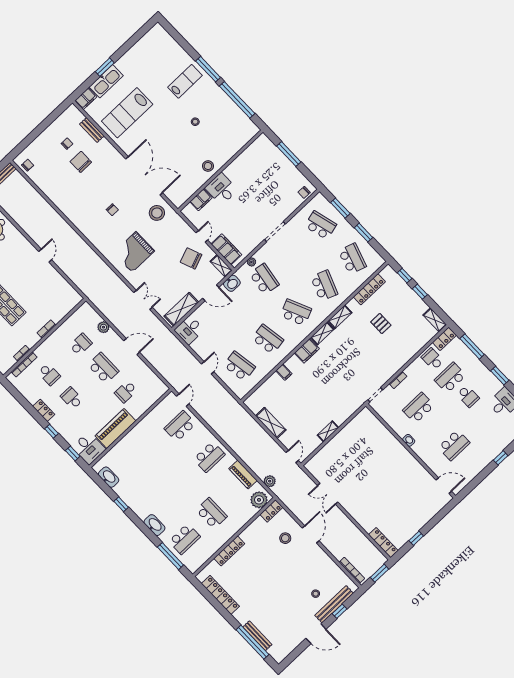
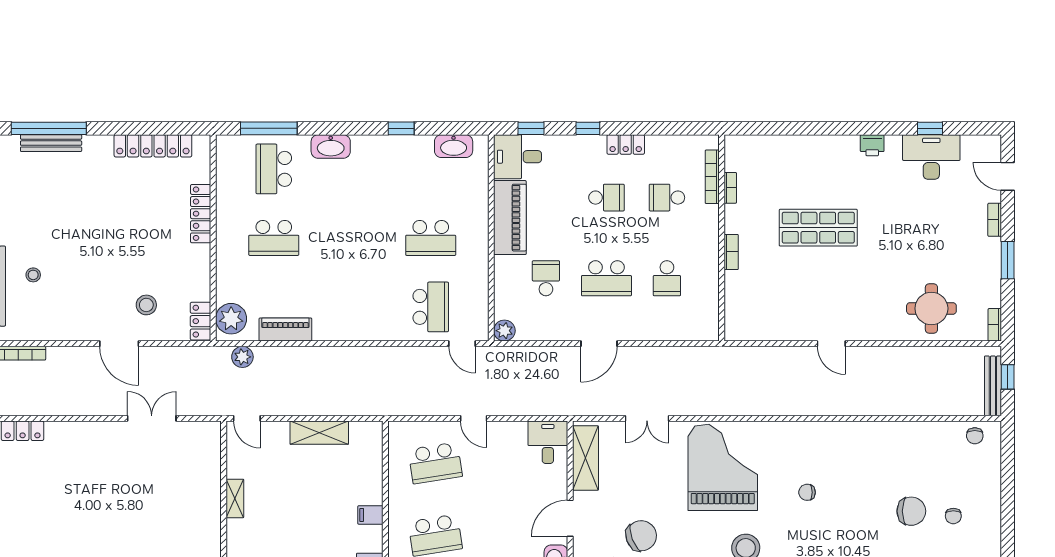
grand piano: (134, 252) -> (723, 467), width x1.37, depth x1.48
plant: (103, 327) -> (504, 331), moved
school desk: (209, 457) -> (431, 238), moved, turned -90

